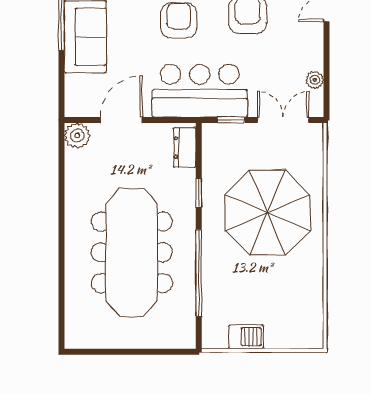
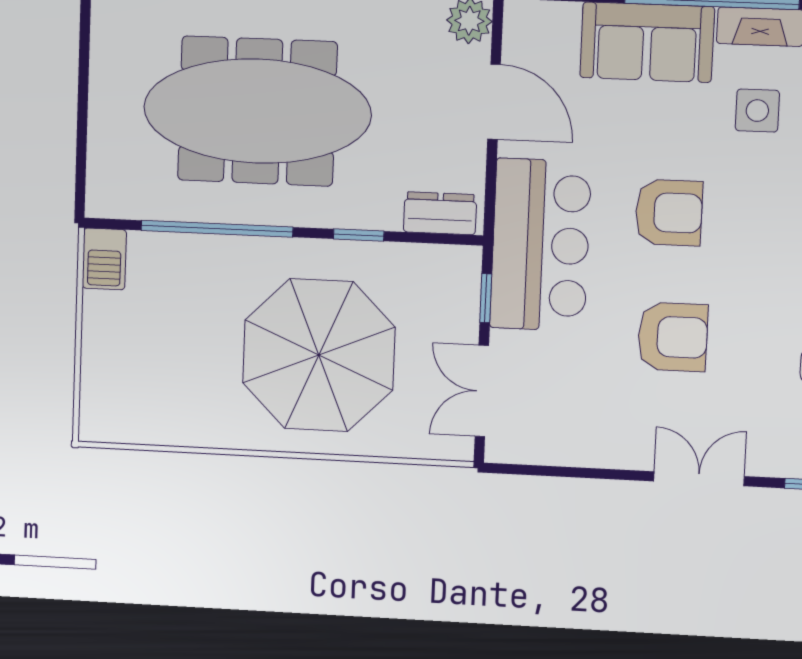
plant: (315, 80) -> (551, 450), removed
double door: (283, 120) -> (482, 391), swing flipped
barbecue: (246, 337) -> (104, 259), moved

